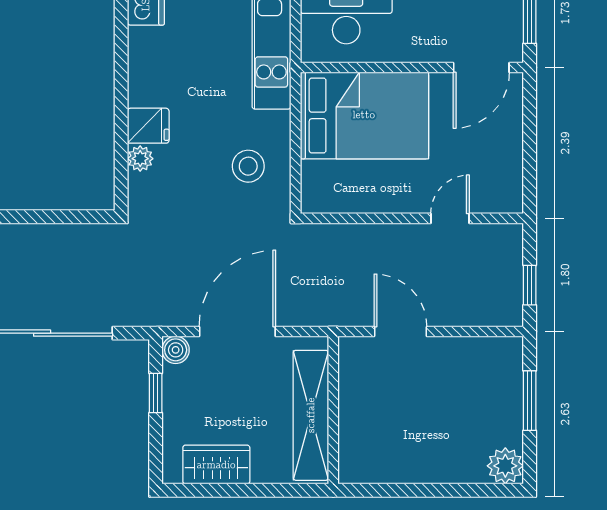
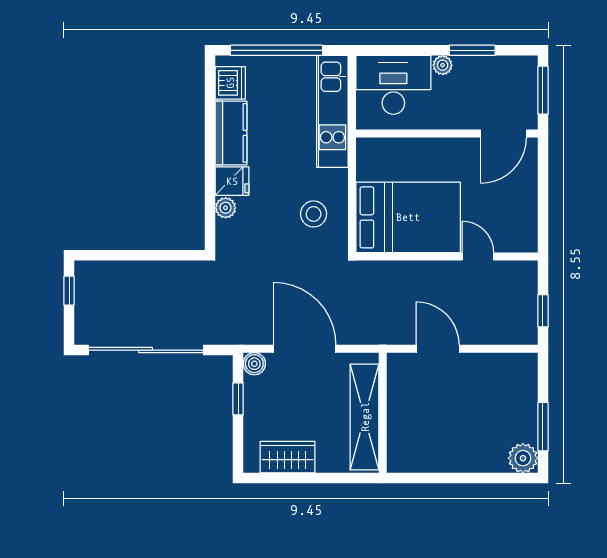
kitchen counter: (147, 67) -> (231, 133), added
bed: (364, 115) -> (408, 217), moved
door: (450, 218) -> (478, 257), hinge flipped
door: (237, 332) -> (305, 349), hinge flipped
window: (530, 401) -> (543, 427), moved

